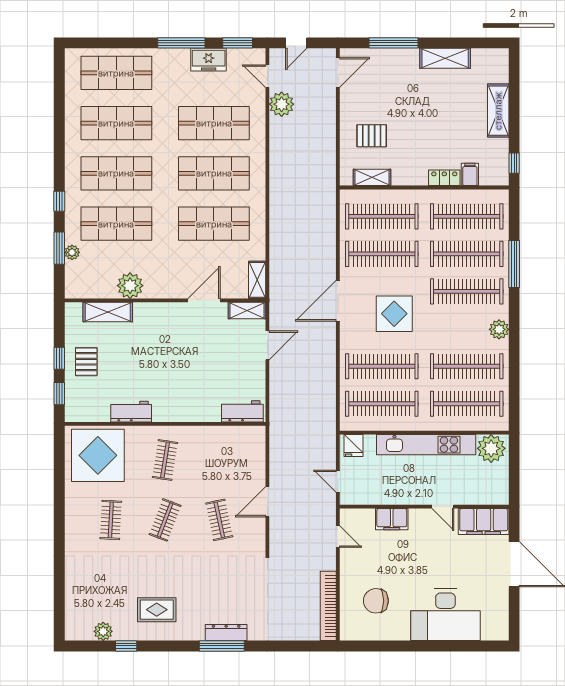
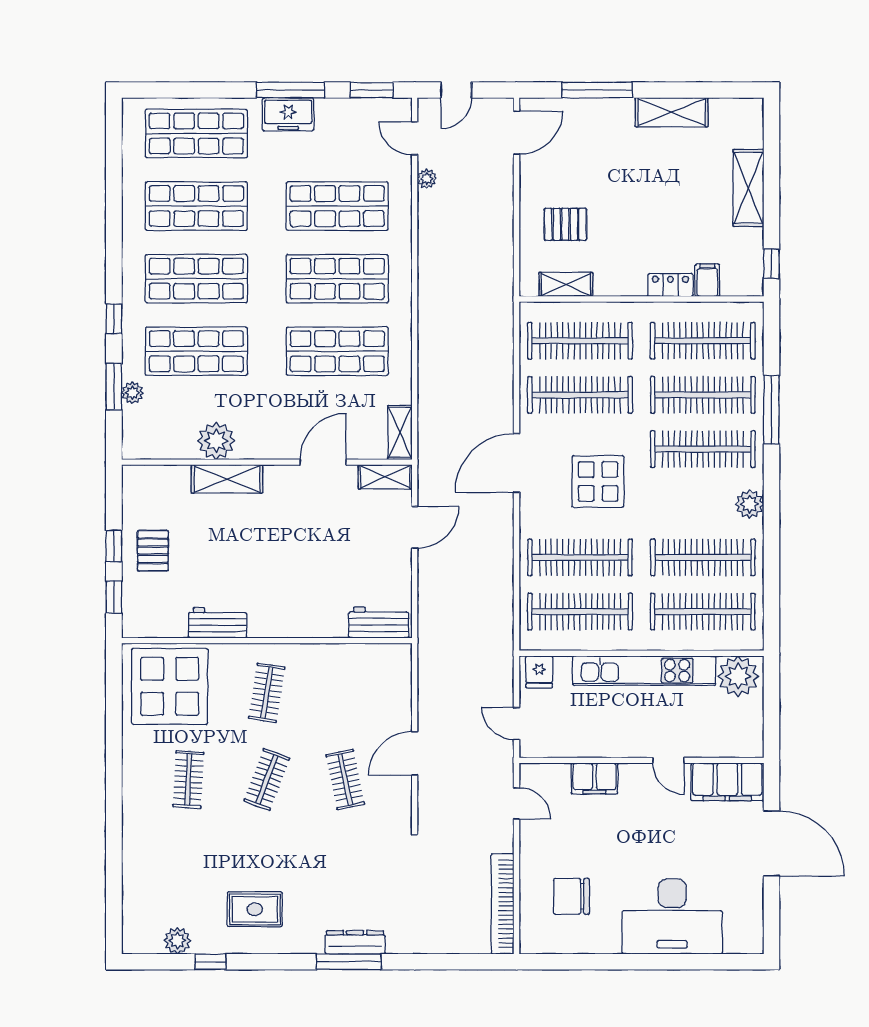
freezer: (209, 60) -> (288, 114), moved
plant: (282, 104) -> (427, 179), width x0.53, depth x0.53
shelving: (108, 312) -> (227, 479), moved

